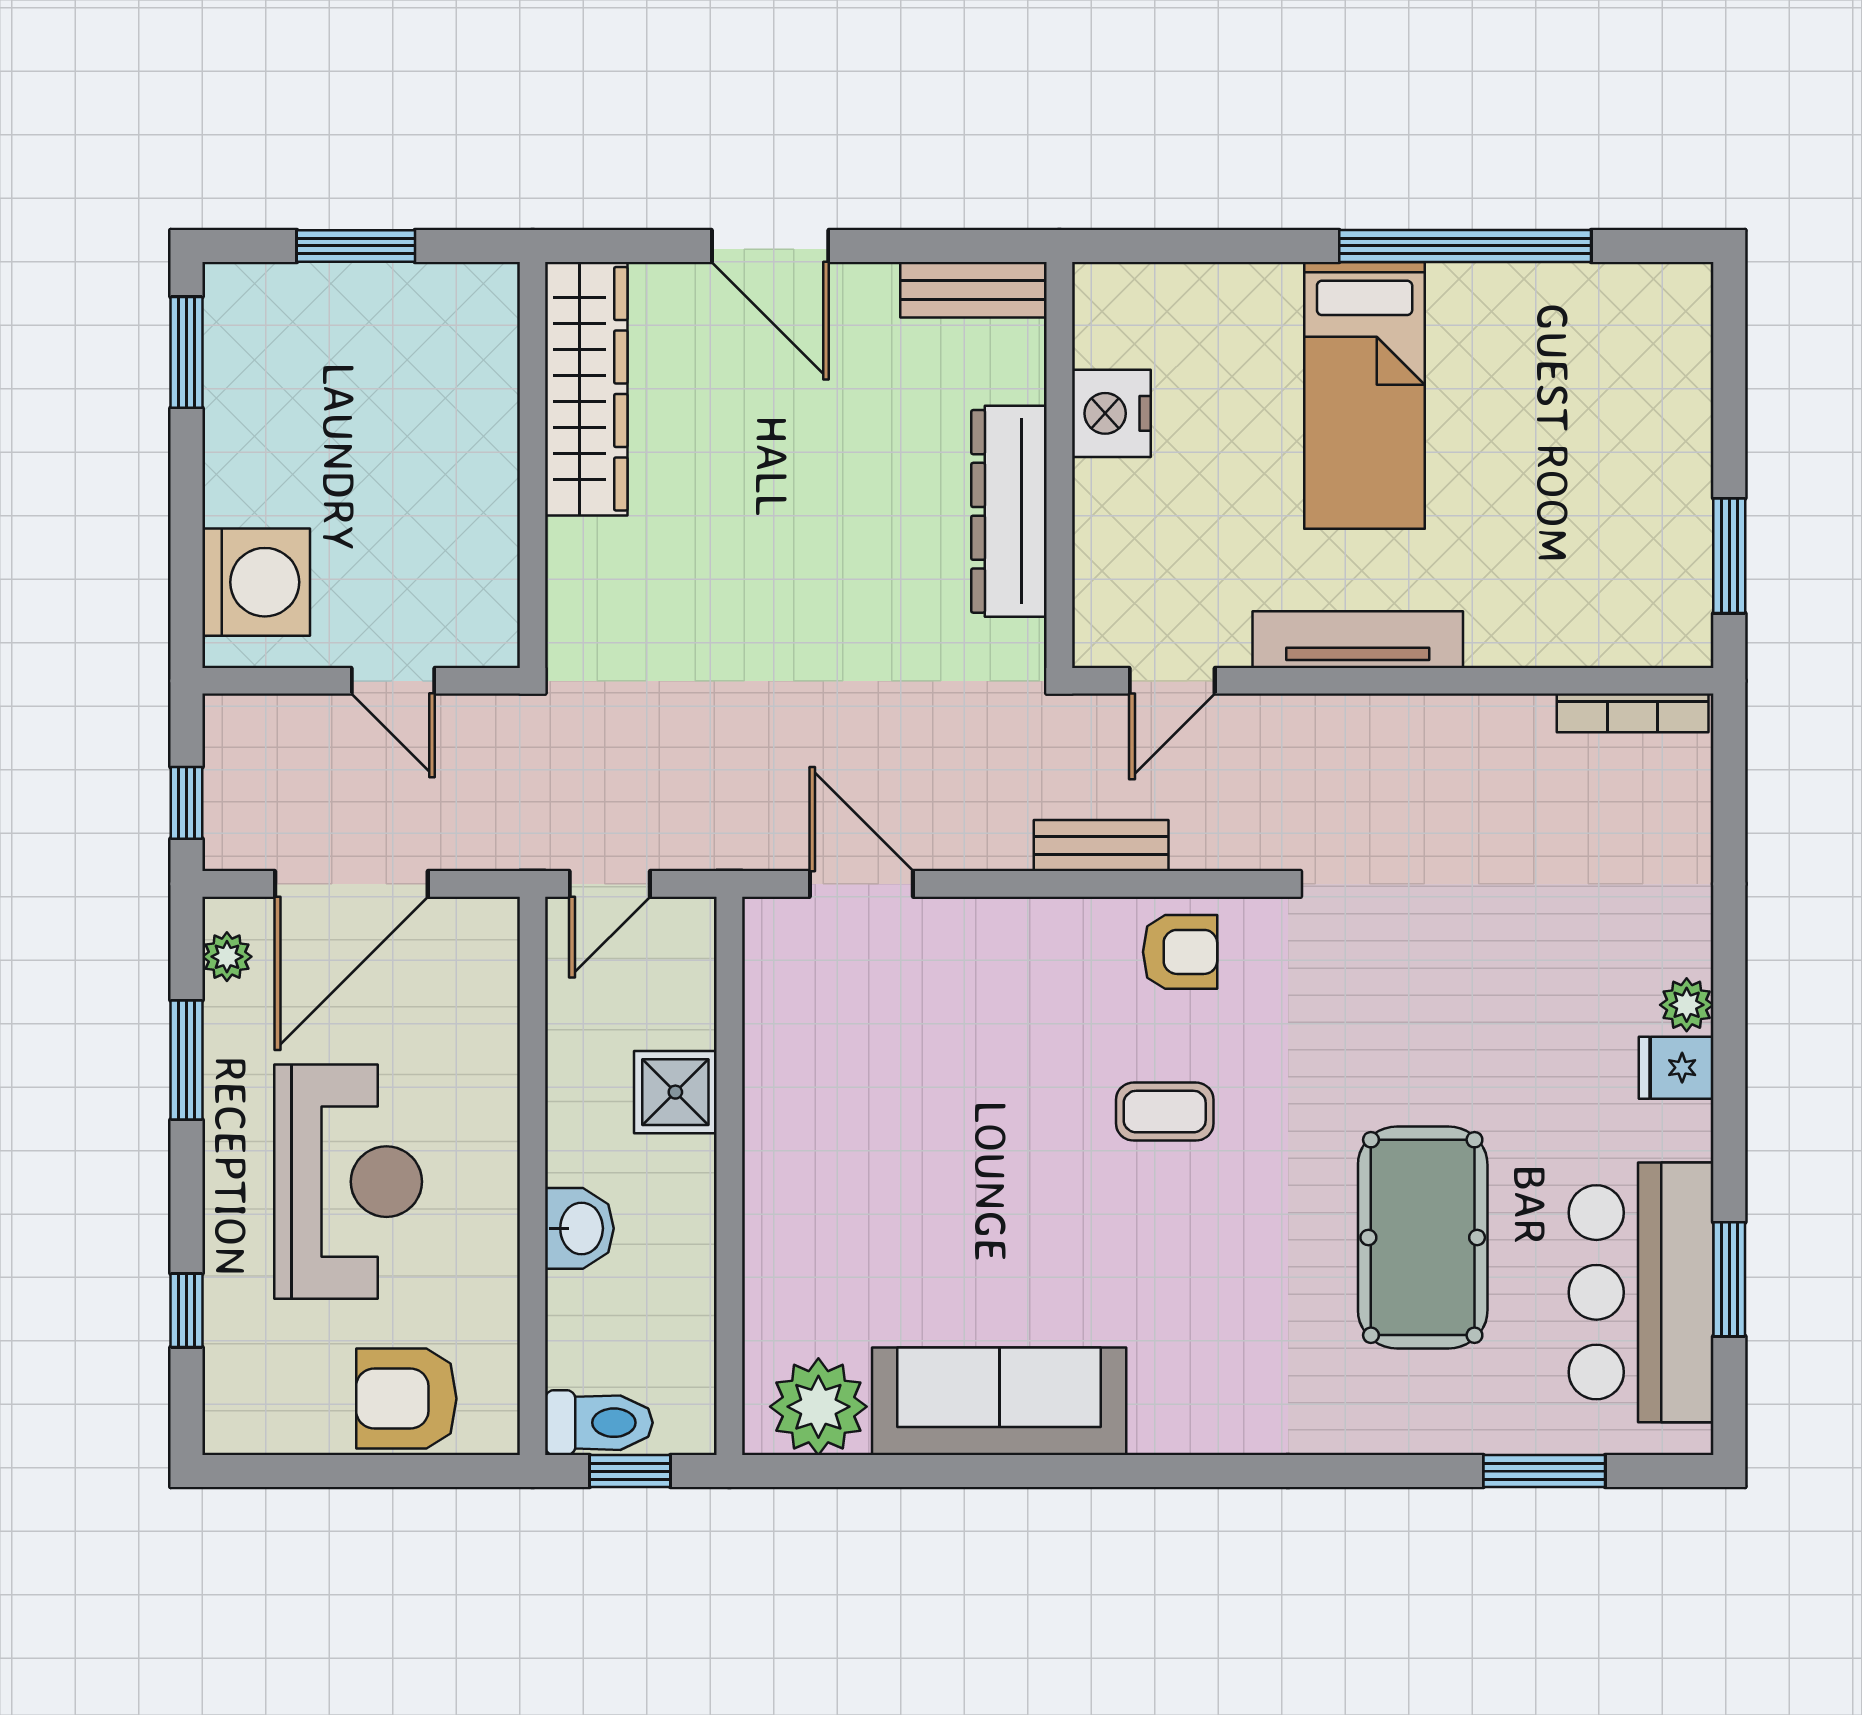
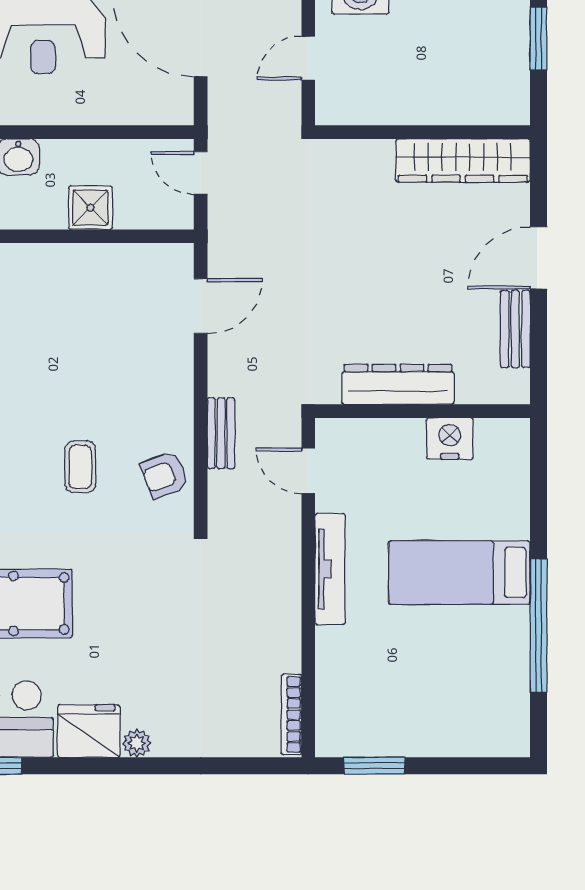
bench: (974, 290) -> (515, 329), moved
armchair: (1180, 952) -> (165, 475), turned 69
fridge: (1676, 1068) -> (89, 731), width x1.88, depth x1.34

